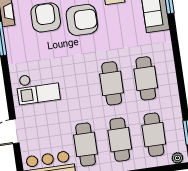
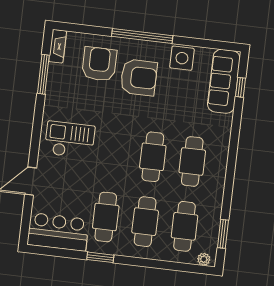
checkout: (38, 88) -> (70, 140), turned 180

